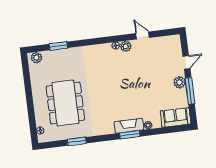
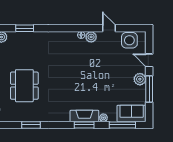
side table: (164, 45) -> (129, 40), added
door: (186, 62) -> (149, 60), swing flipped
dining table: (65, 103) -> (24, 86), width x0.73, depth x0.80
window: (168, 130) -> (122, 125), added

